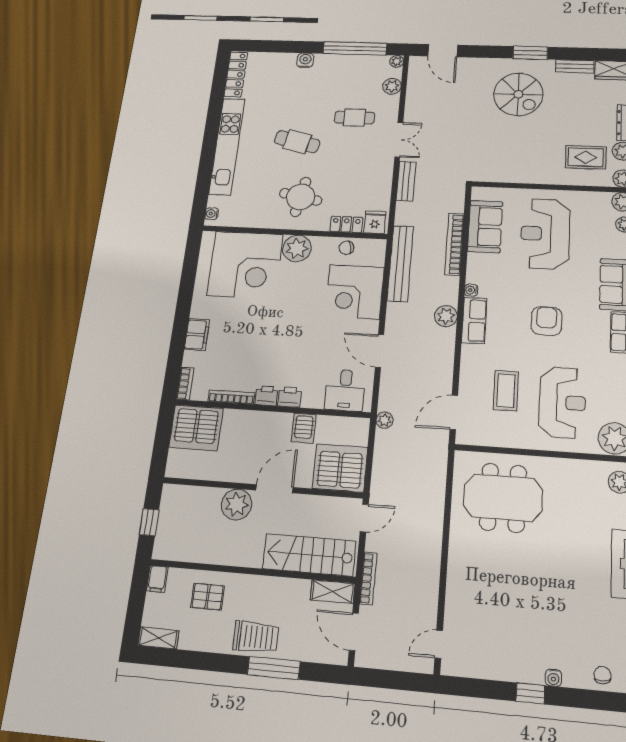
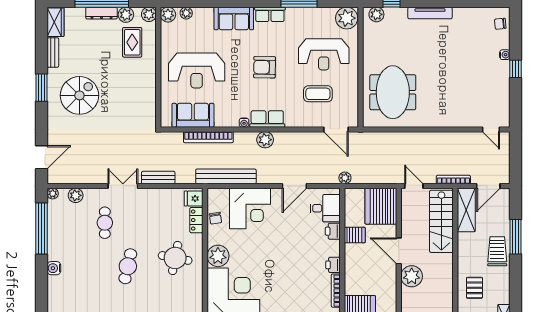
printer: (290, 397) -> (333, 231), moved
reception desk: (562, 402) -> (324, 54), turned 180
shelving: (333, 592) -> (466, 210), width x1.50, depth x1.33

